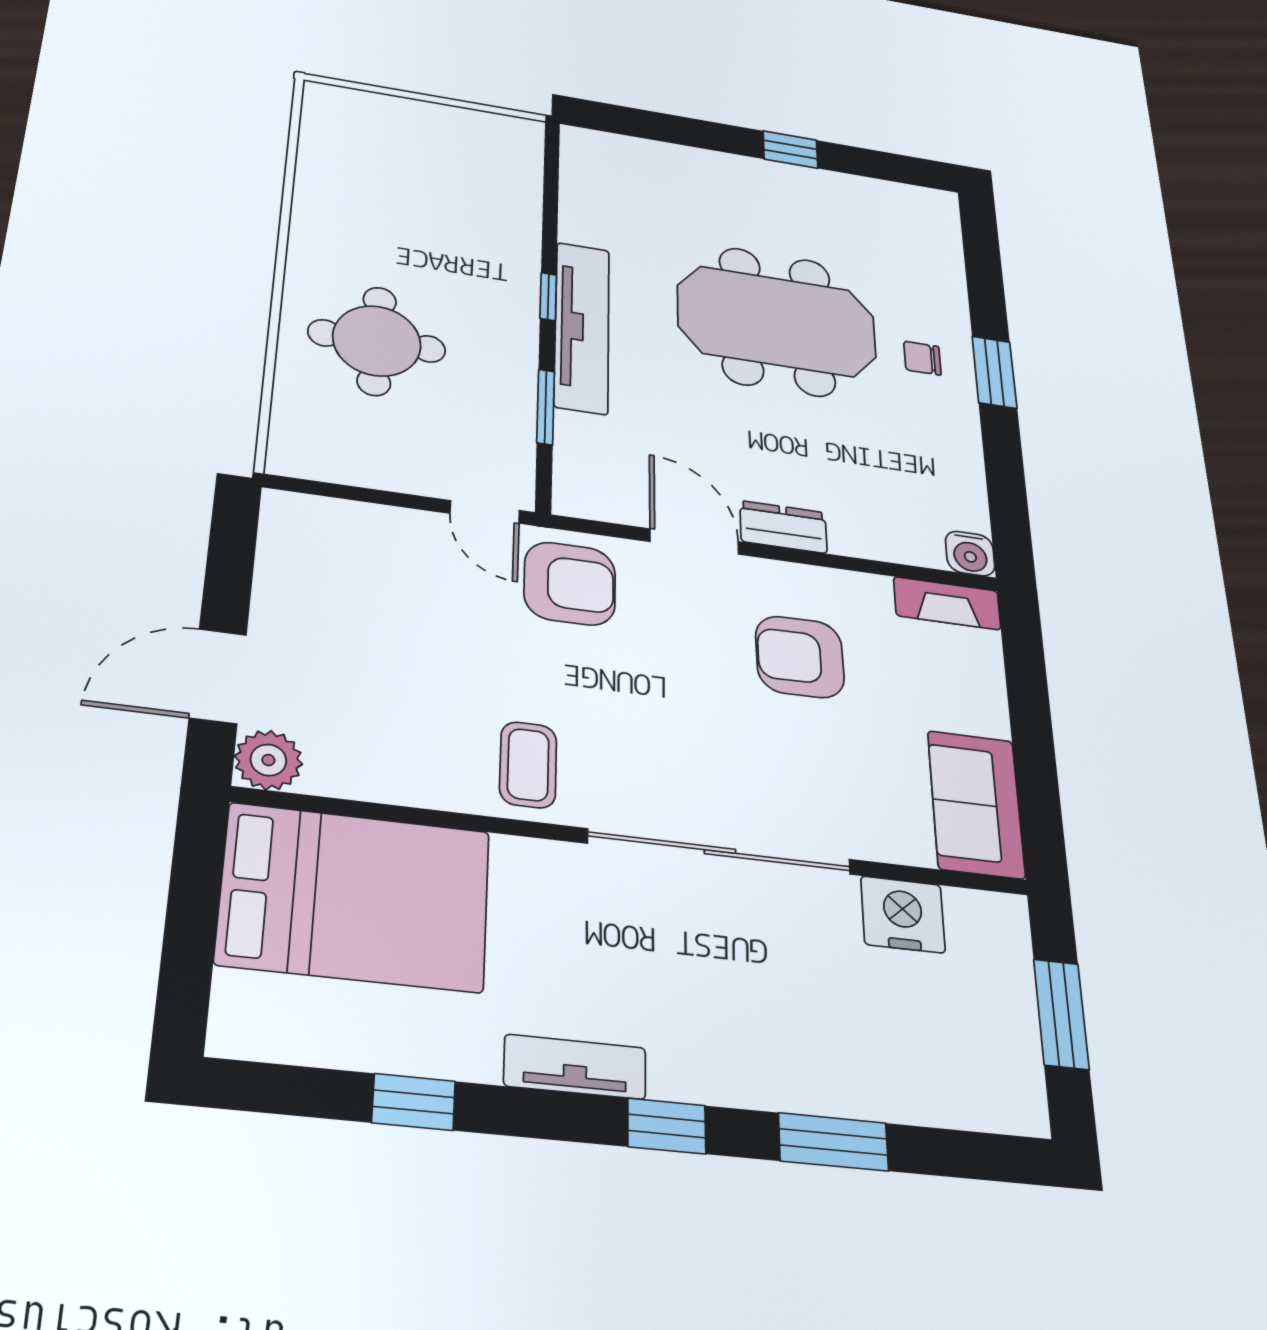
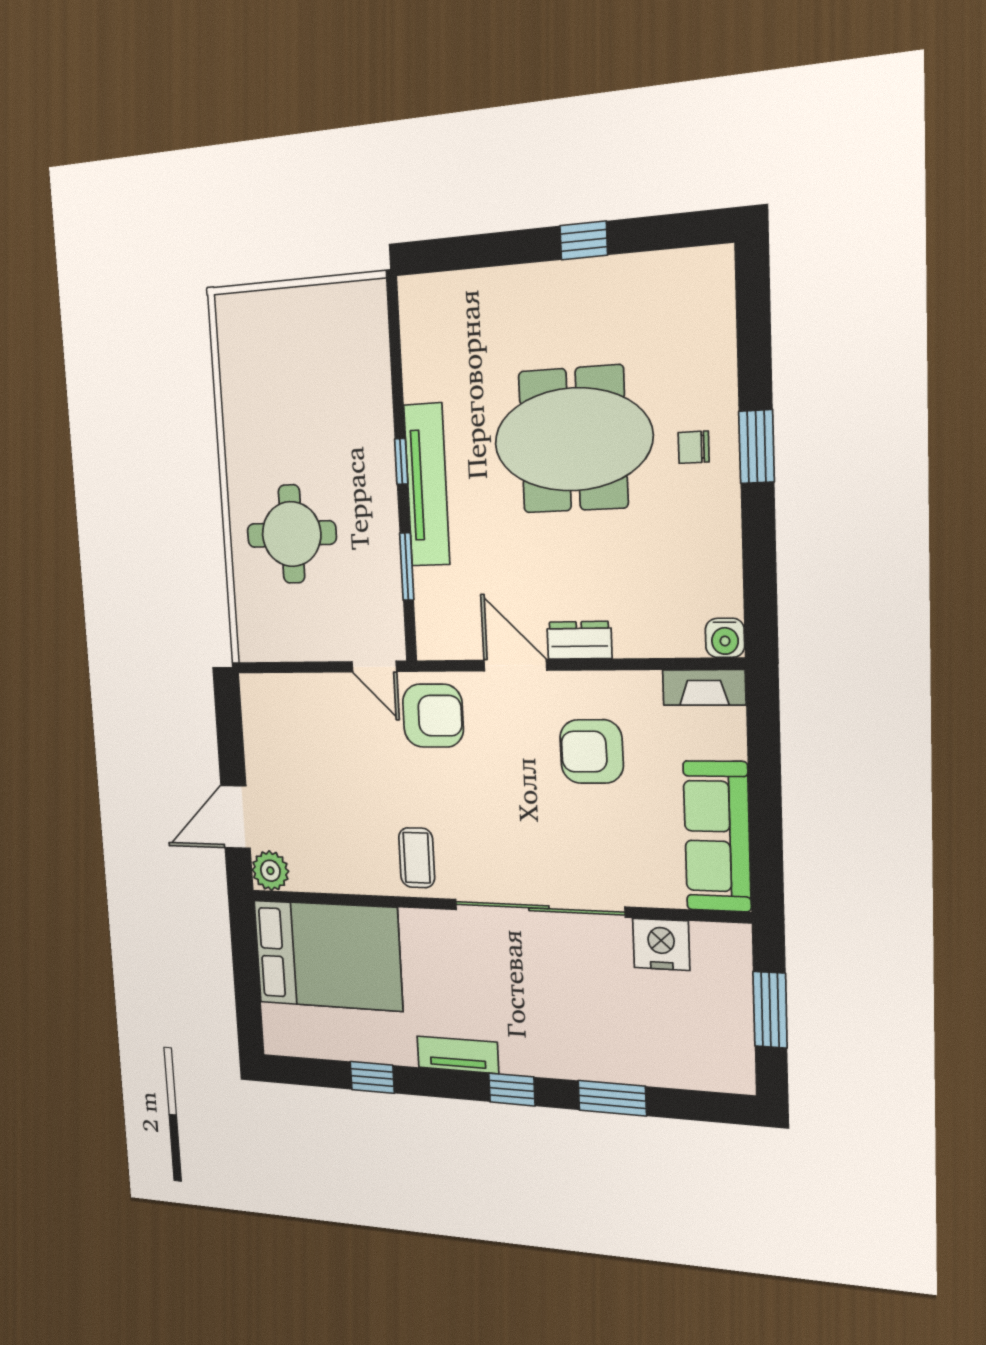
sofa: (976, 804) -> (717, 836), width x1.36

